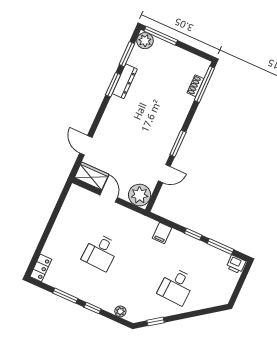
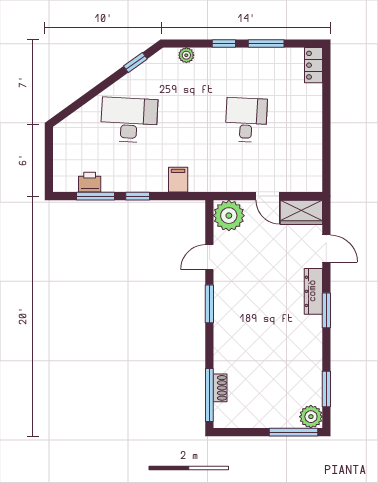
dresser: (125, 81) -> (313, 291), moved
window: (113, 85) -> (326, 310), moved
printer: (236, 264) -> (90, 182), moved
desk: (176, 286) -> (129, 120), width x1.37

